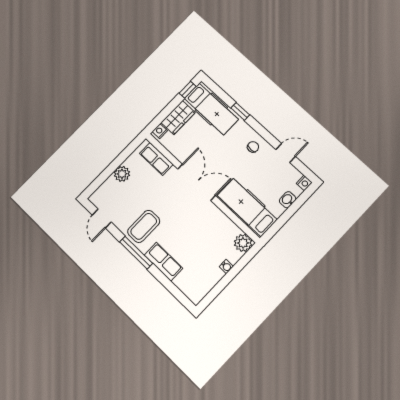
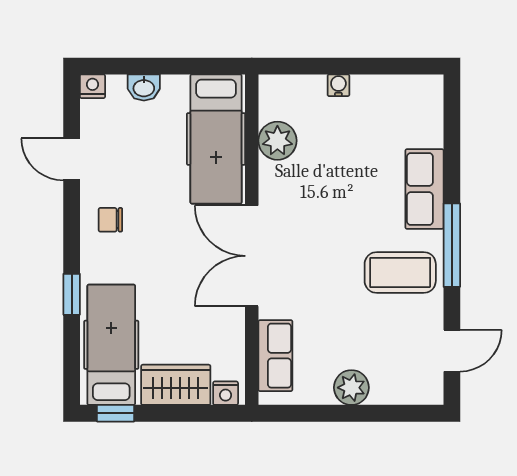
plant: (243, 243) -> (277, 141), moved

